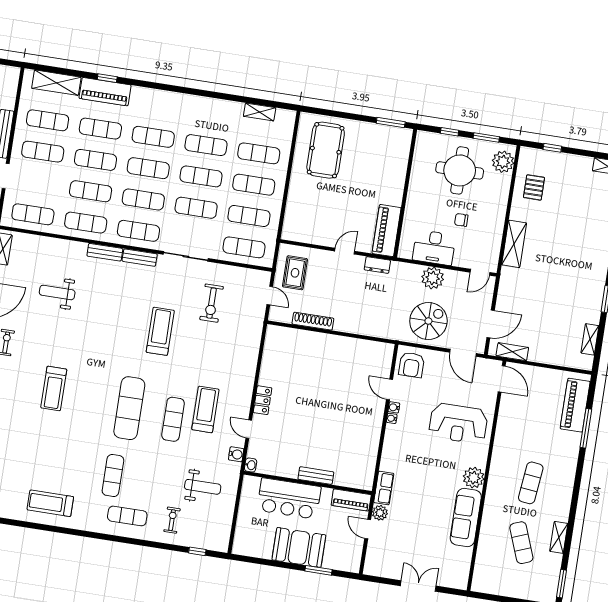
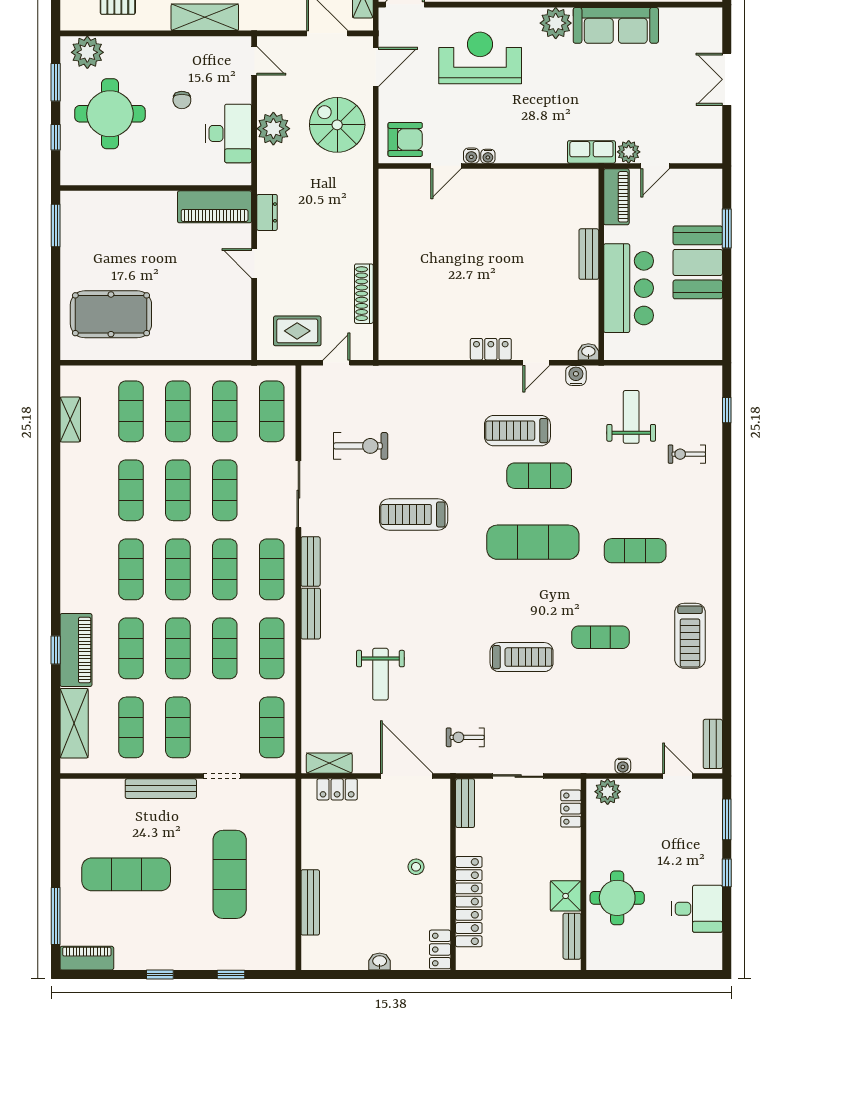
reception desk: (458, 423) -> (480, 58), turned -90
exercise mat: (127, 516) -> (601, 637), moved, turned 90

